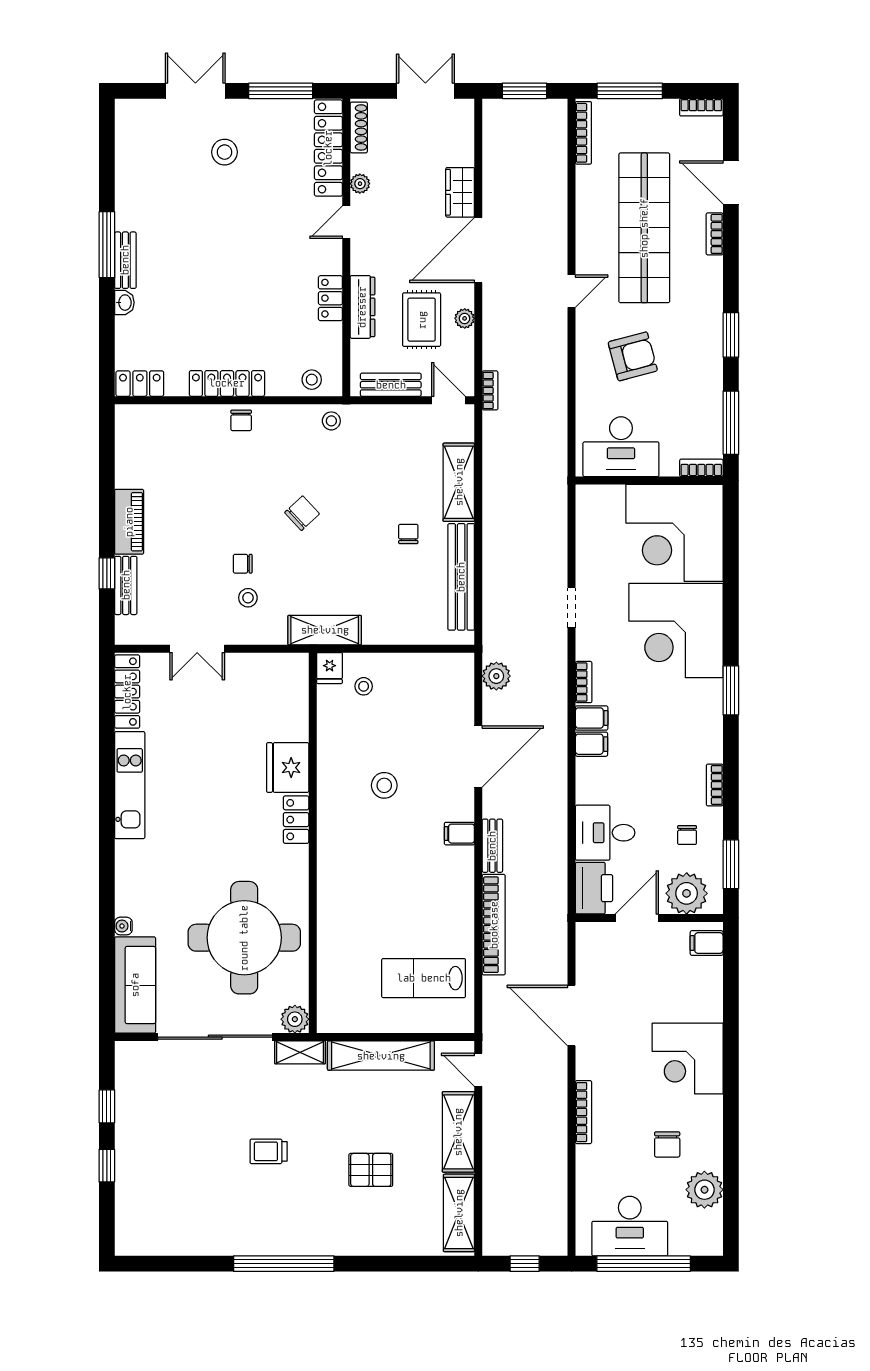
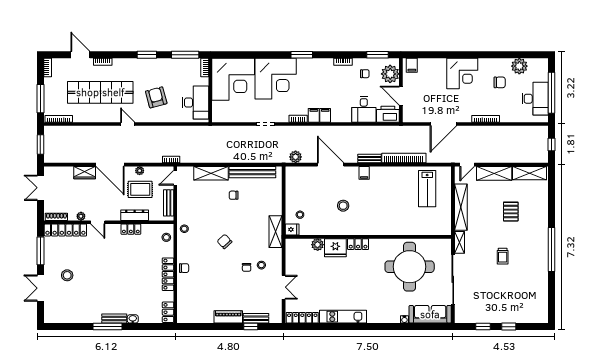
door: (731, 182) -> (80, 55), swing flipped
plant: (295, 1019) -> (318, 245), moved

